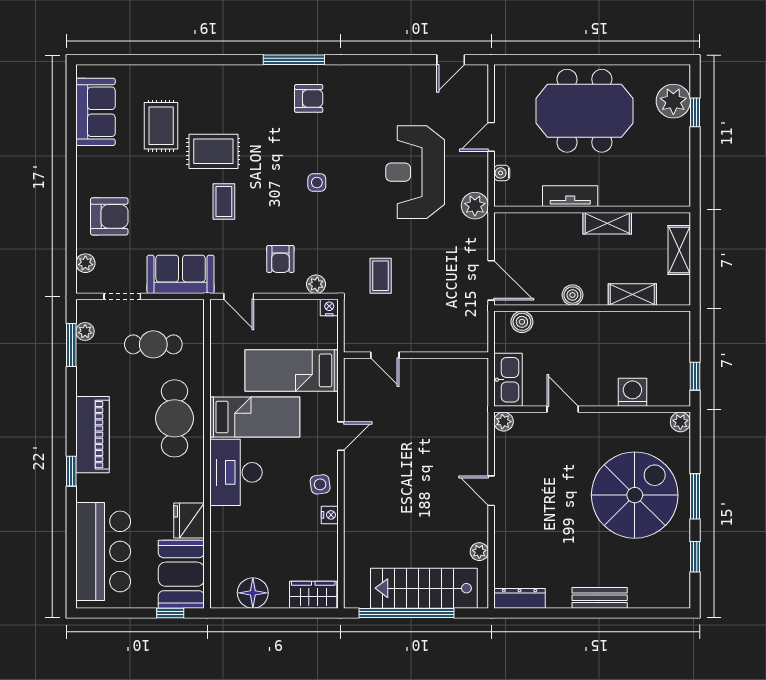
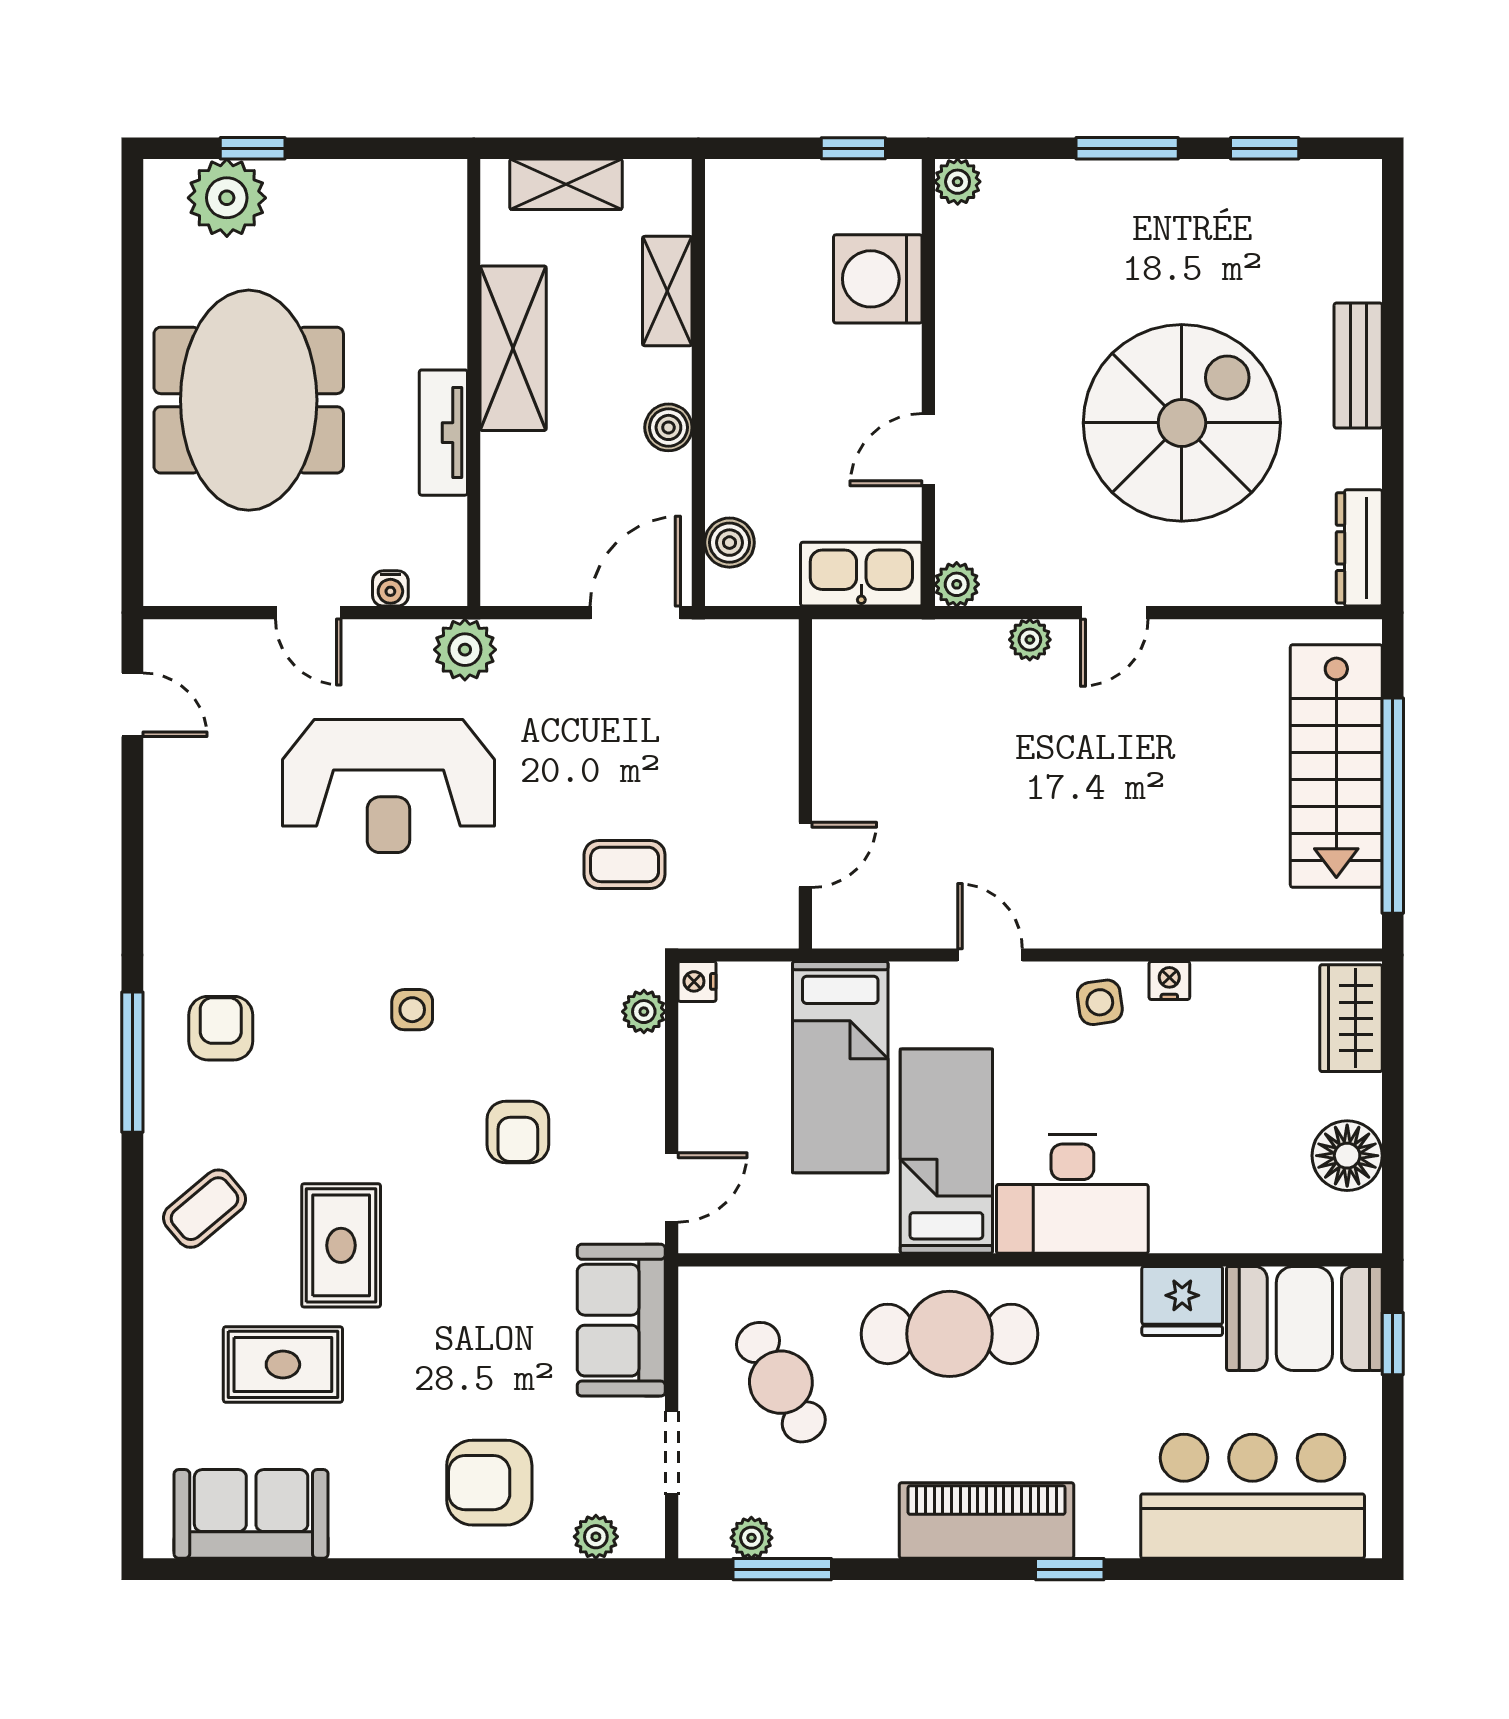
coffee table: (224, 202) -> (205, 1209), moved, turned -40
armchair: (109, 216) -> (489, 1483), turned -90
shelving: (607, 223) -> (513, 348), width x1.50, depth x1.33
armchair: (280, 259) -> (518, 1132), moved, turned 90
cafe table: (153, 344) -> (781, 1382), turned -30
washing machine: (632, 392) -> (878, 279), width x1.37, depth x1.37
spiral stairs: (635, 495) -> (1182, 423), moved, turned 90
plant: (479, 552) -> (1030, 640), moved

